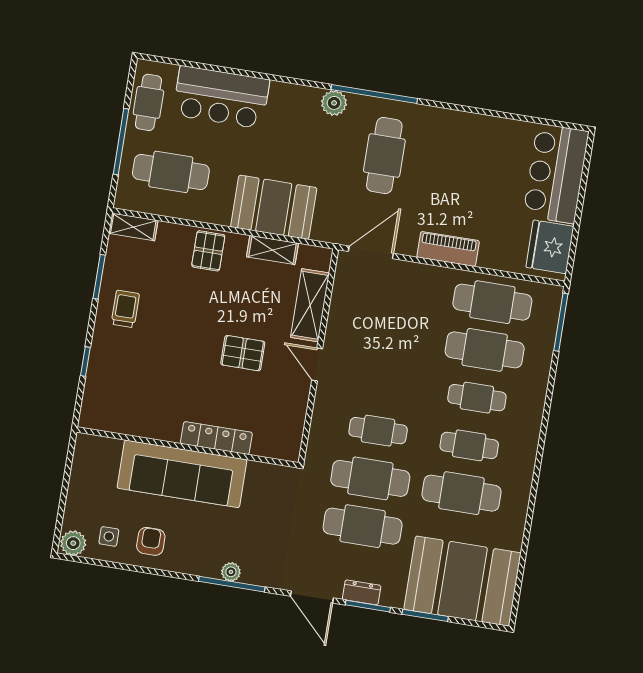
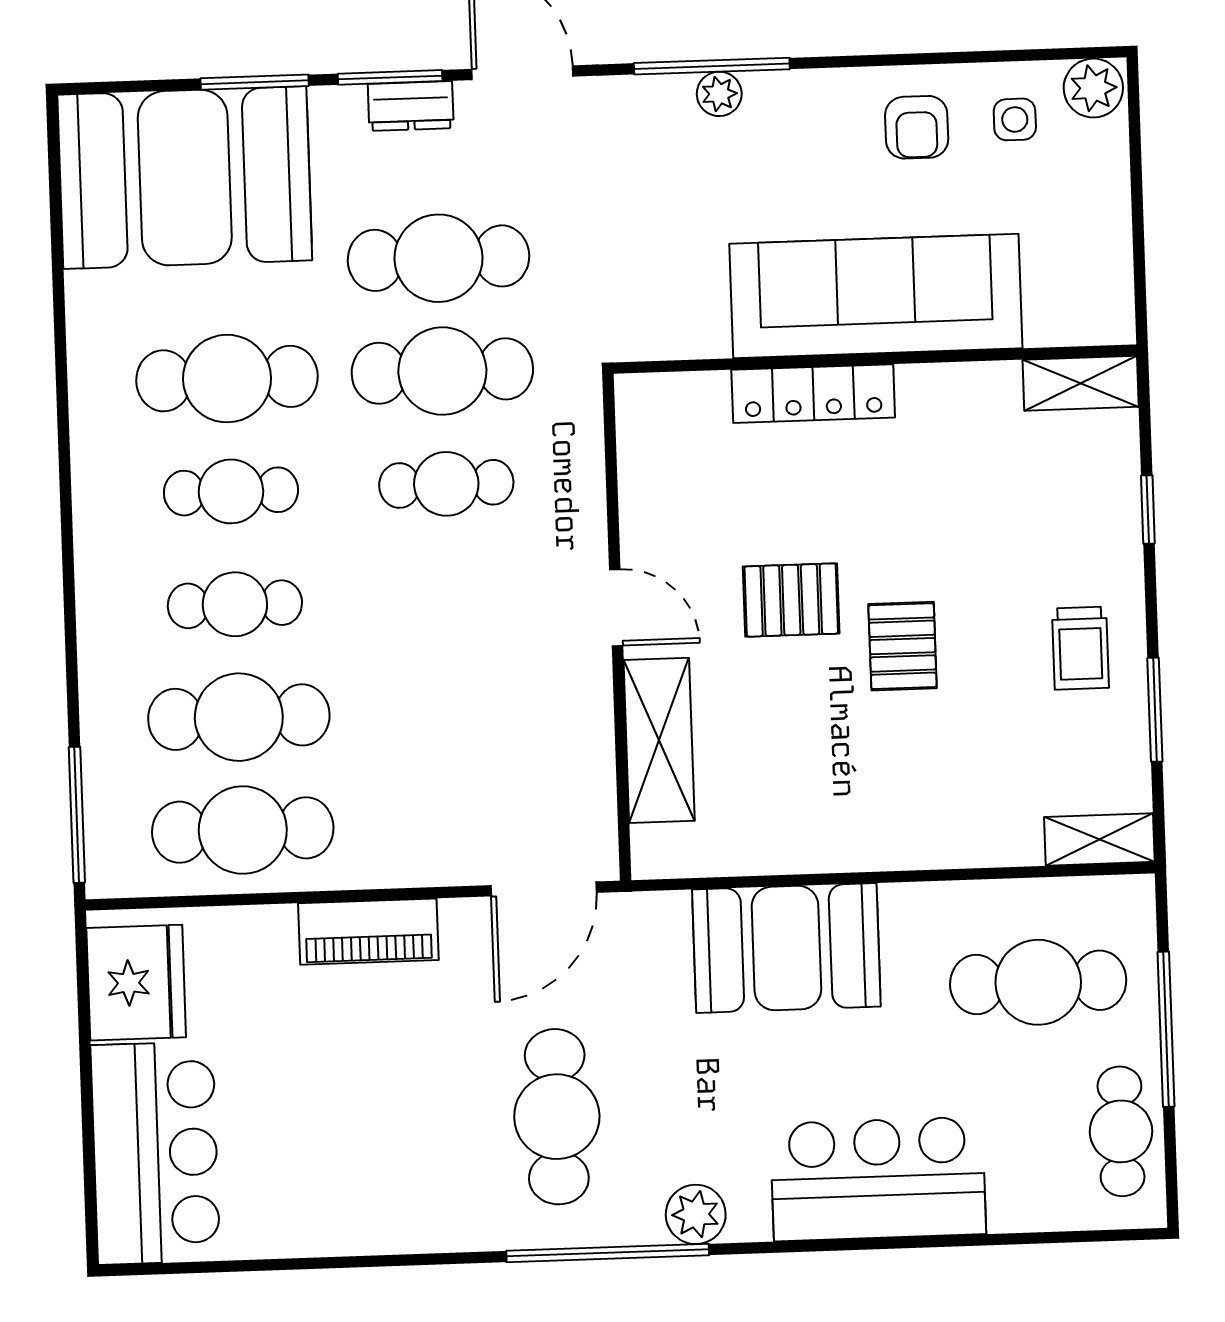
bar counter: (221, 97) -> (878, 1179), moved
shelving: (272, 250) -> (1081, 383), moved
pallet: (208, 251) -> (903, 646), moved

